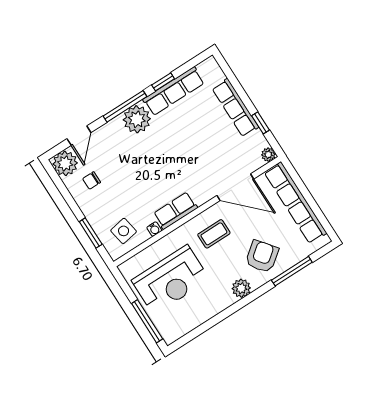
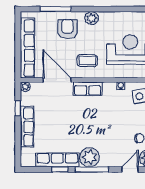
row of seats: (175, 211) -> (88, 89), moved
armchair: (262, 256) -> (67, 29), turned 128

